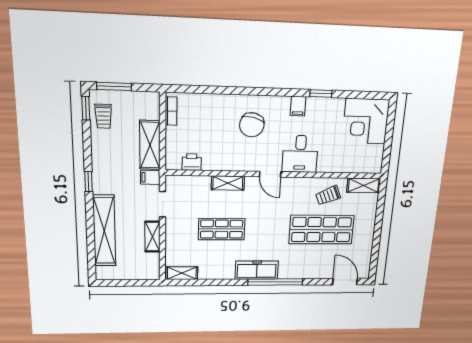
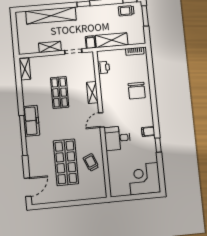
chair: (252, 125) -> (137, 91), moved, turned -103
shelving: (364, 185) -> (101, 186), removed

